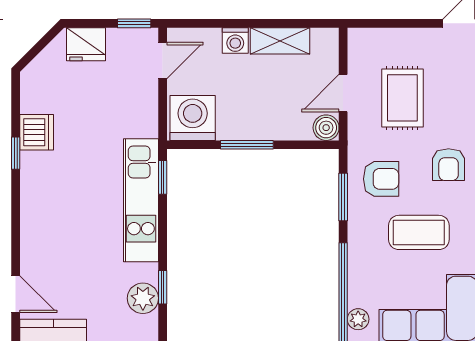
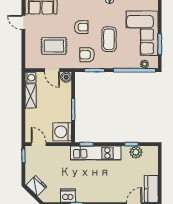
washing machine: (235, 41) -> (30, 78), moved
fridge: (86, 44) -> (36, 186), moved, turned -45
armchair: (381, 179) -> (87, 55), turned -90

